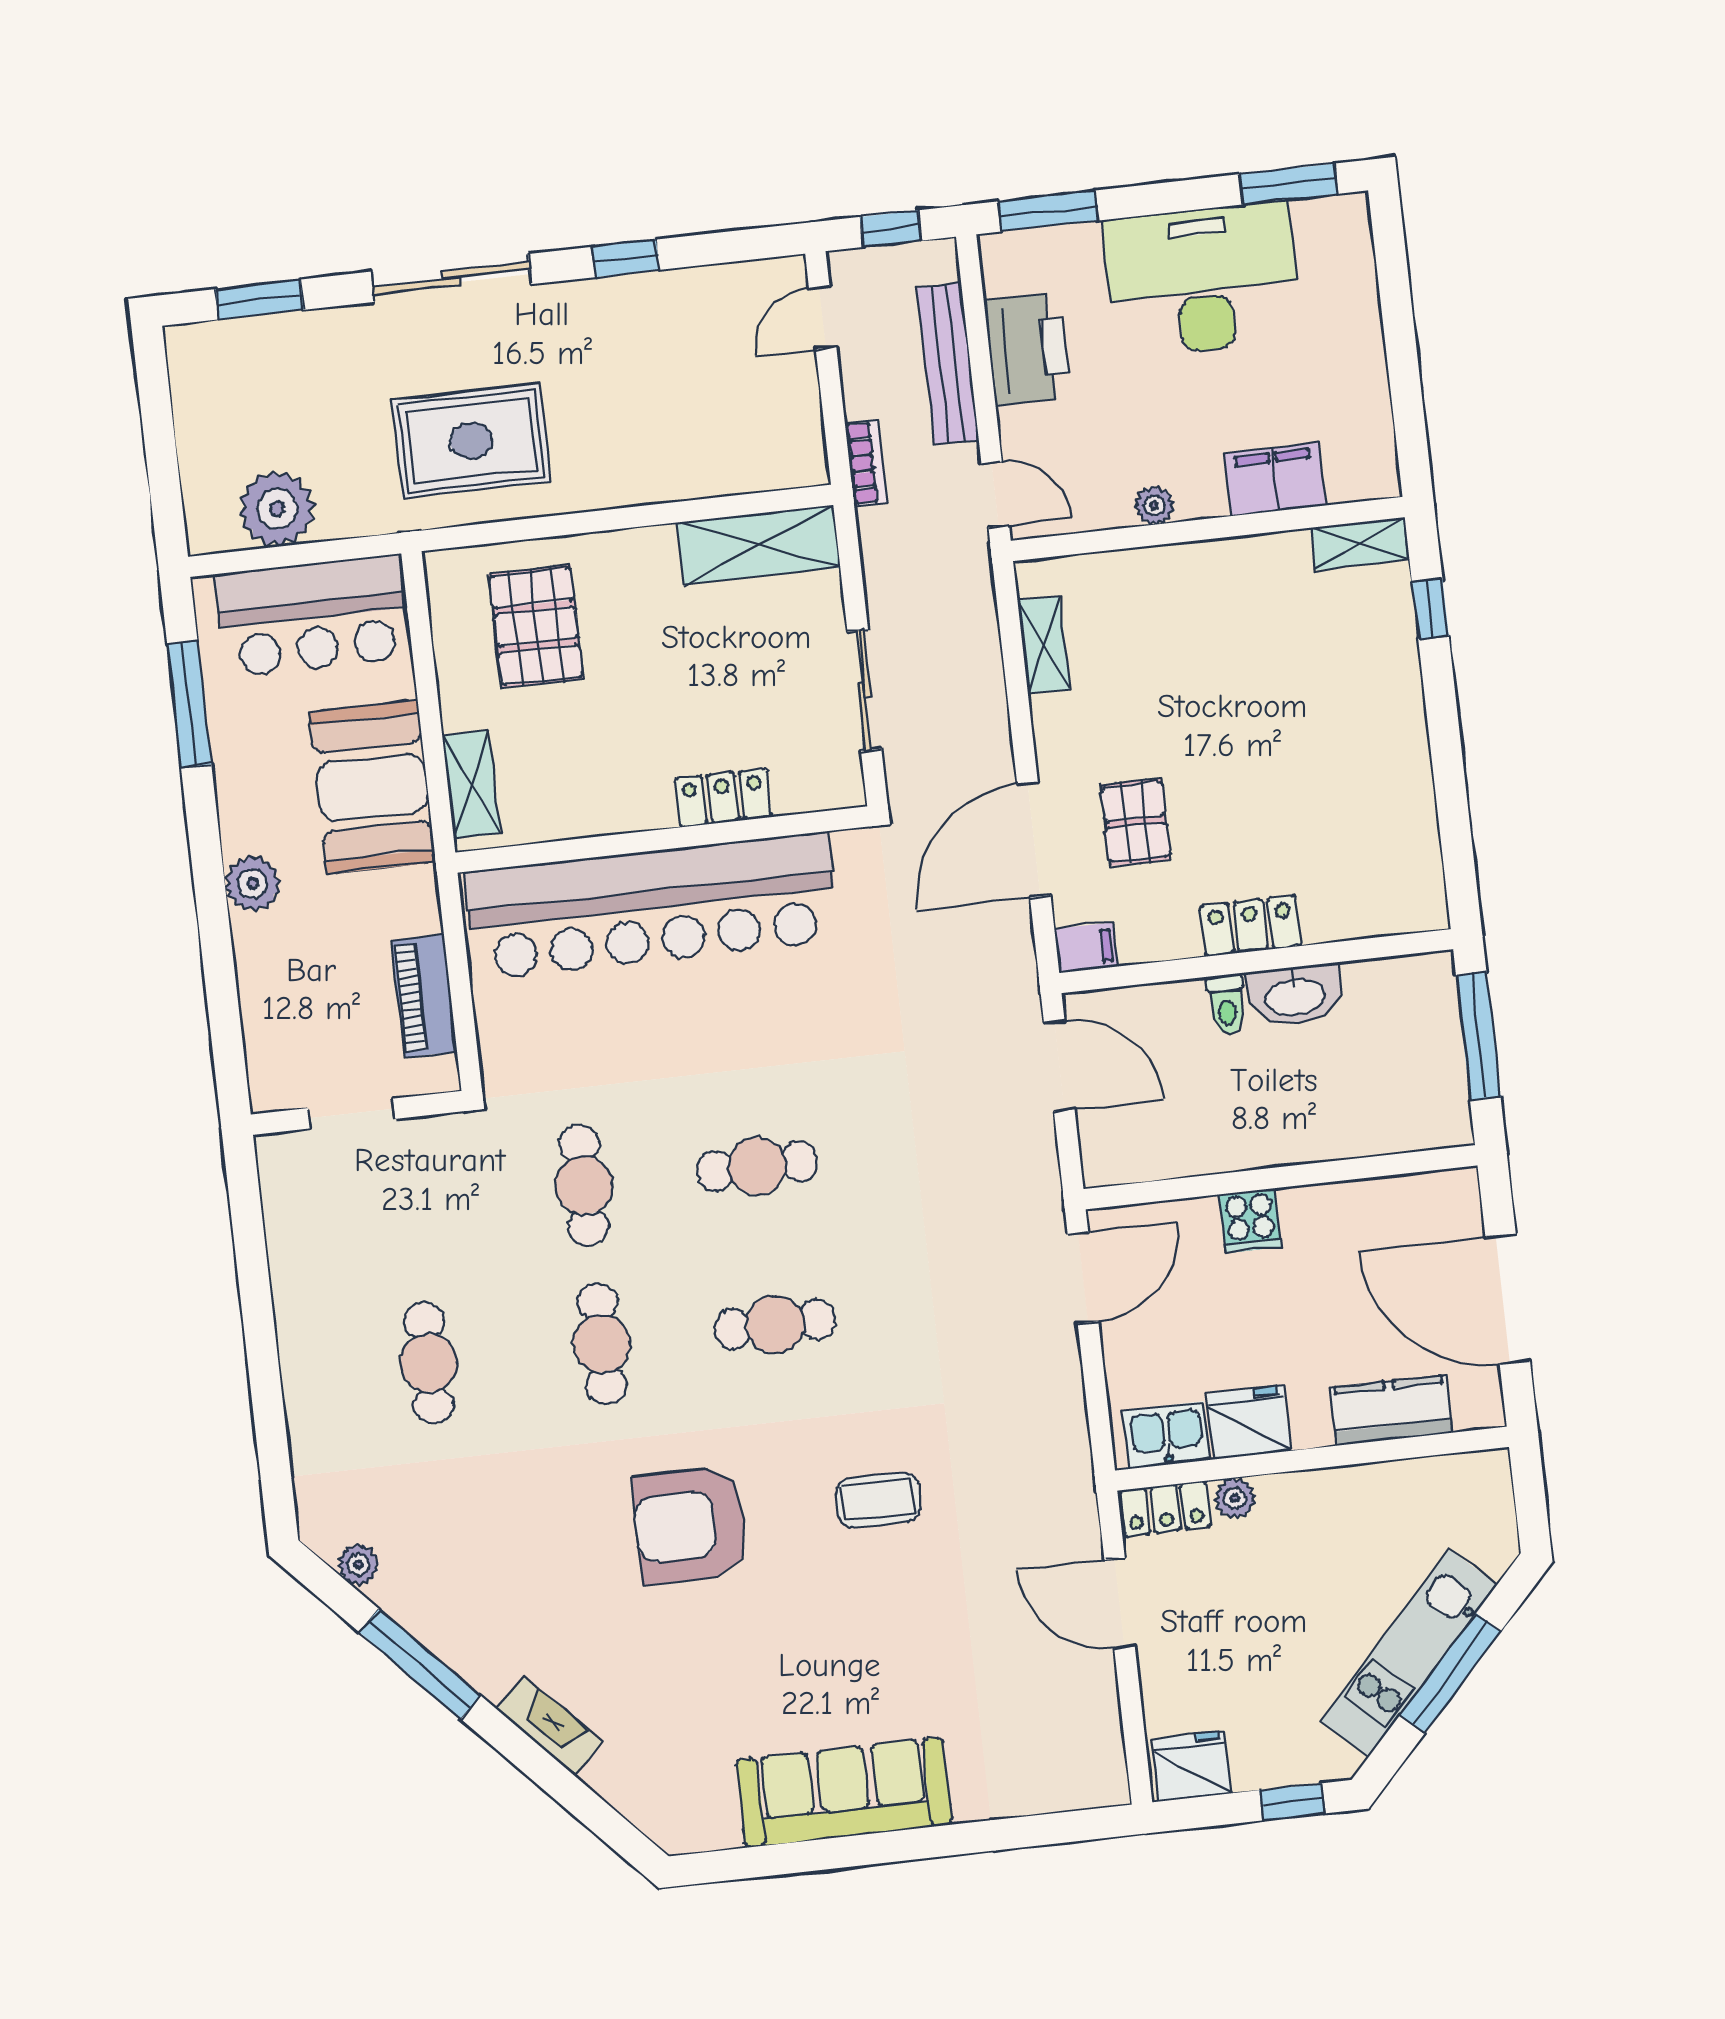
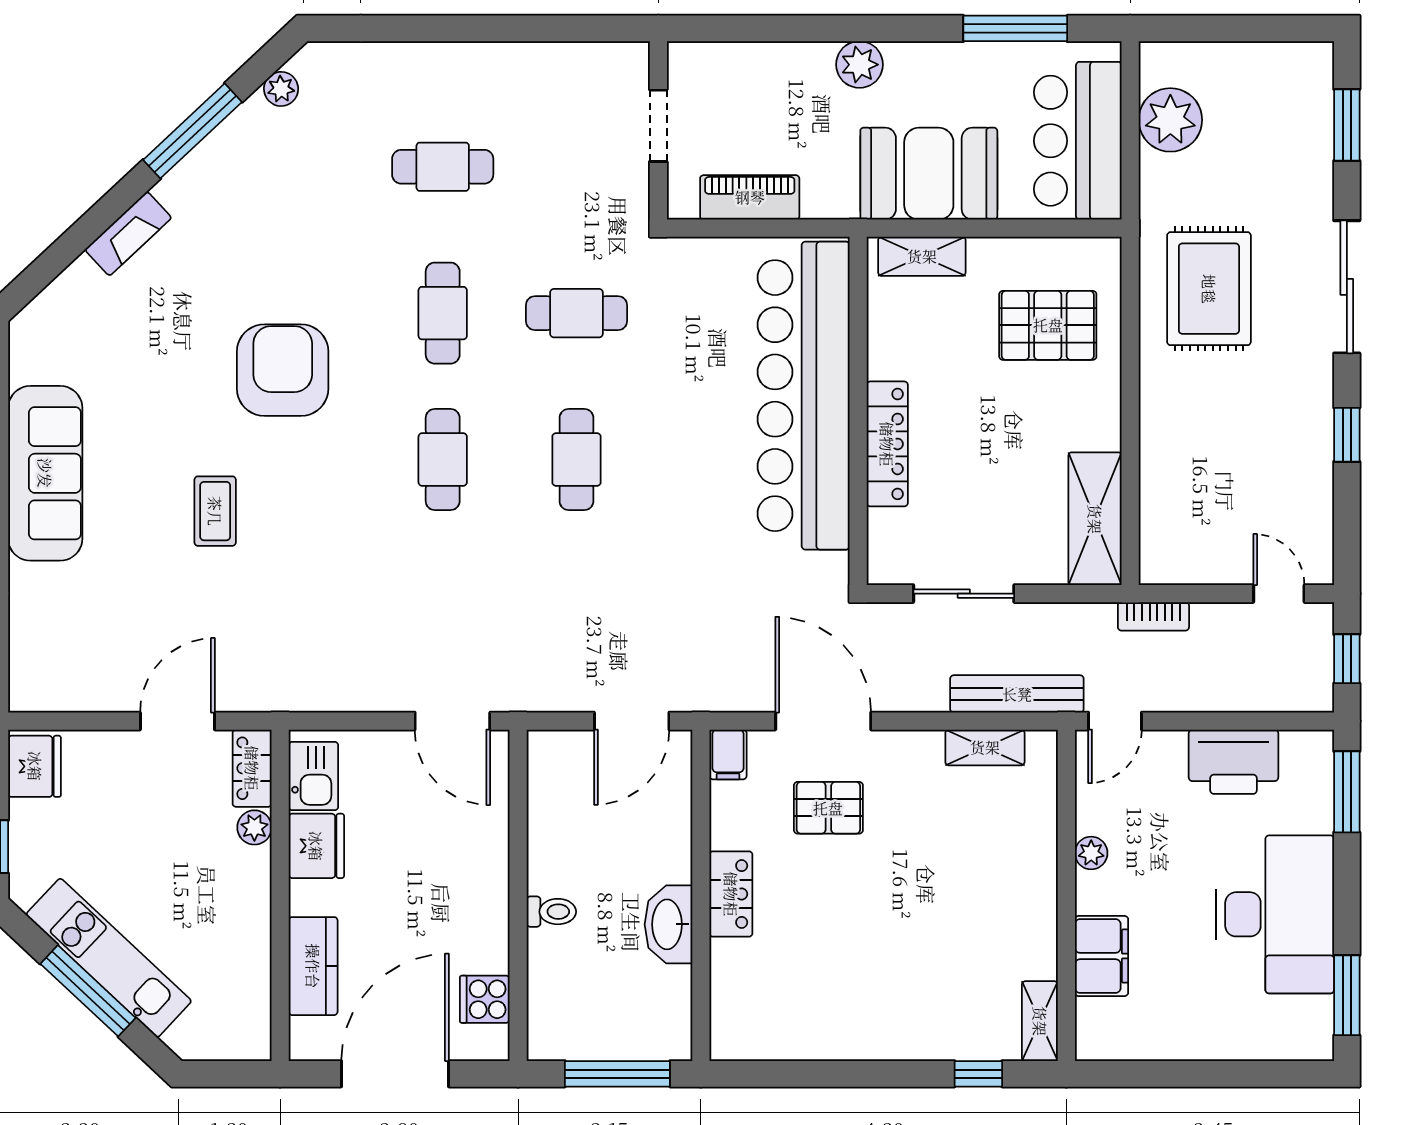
bench: (948, 364) -> (1017, 694), moved
locker: (723, 798) -> (887, 444), width x1.53
toilet: (1227, 1004) -> (551, 912), moved, turned 180
cooker: (1250, 1221) -> (485, 999), moved
cafe table: (602, 1344) -> (443, 313), turned 90
coffee table: (878, 1500) -> (215, 511), moved

